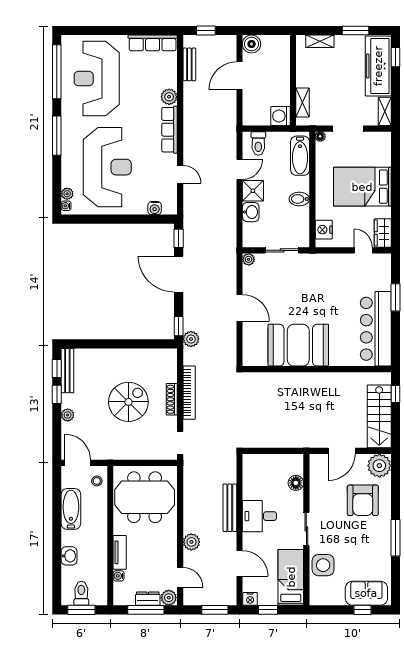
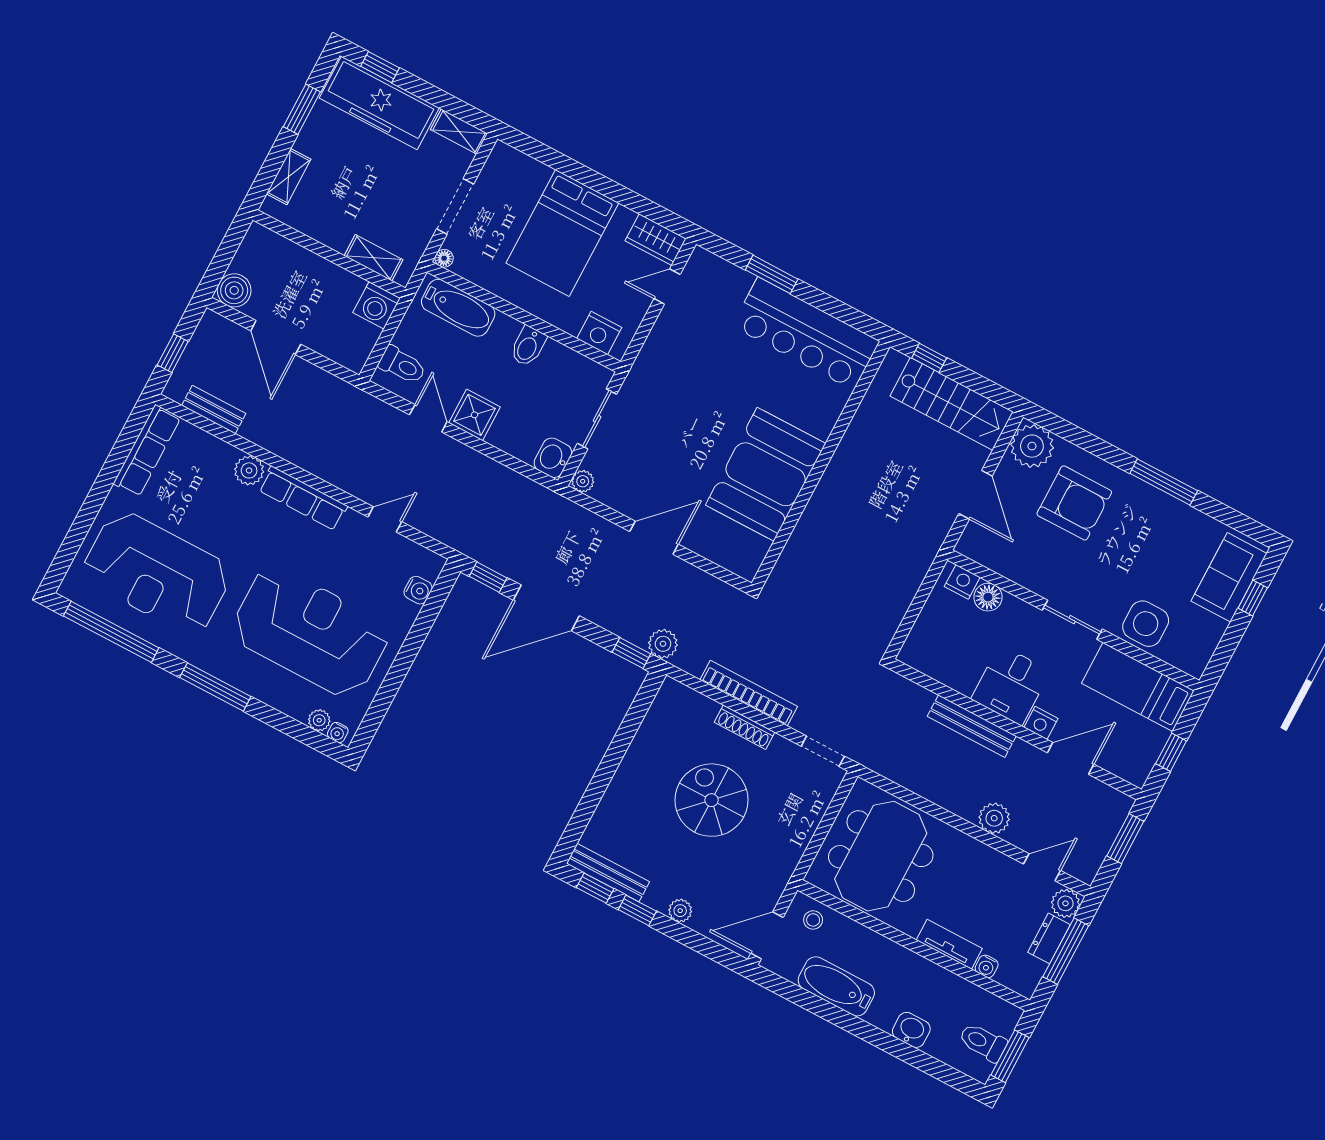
washbasin: (251, 212) -> (553, 458), moved, turned -90
nightstand: (297, 467) -> (962, 582), added
nightstand: (250, 599) -> (1041, 723), moved, turned 90

